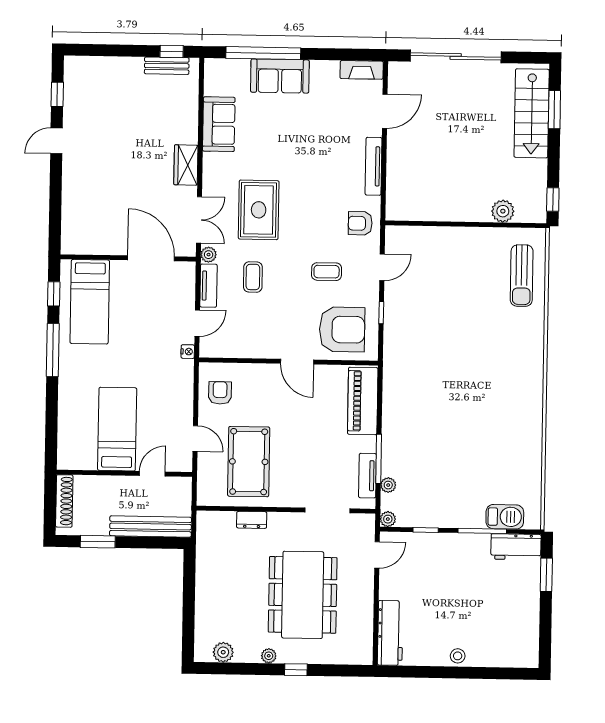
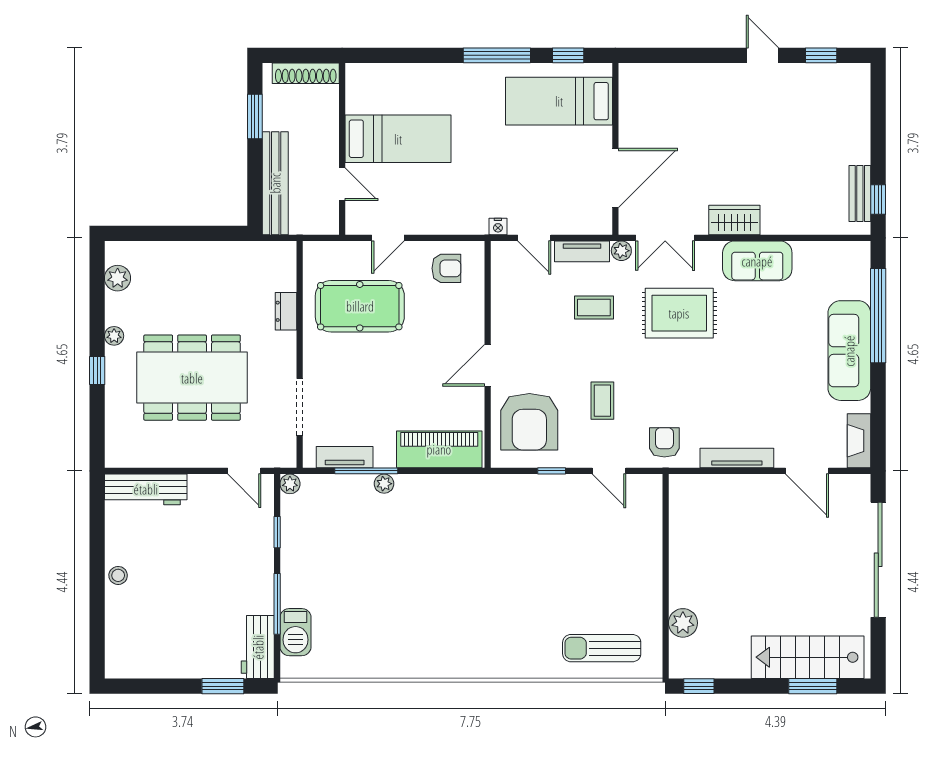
sofa: (280, 76) -> (849, 351), width x1.36
sofa: (219, 124) -> (757, 261), moved
plant: (388, 485) -> (384, 484), moved

